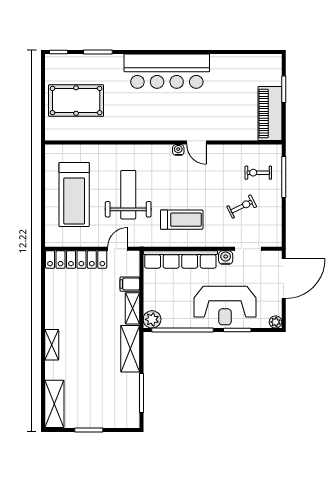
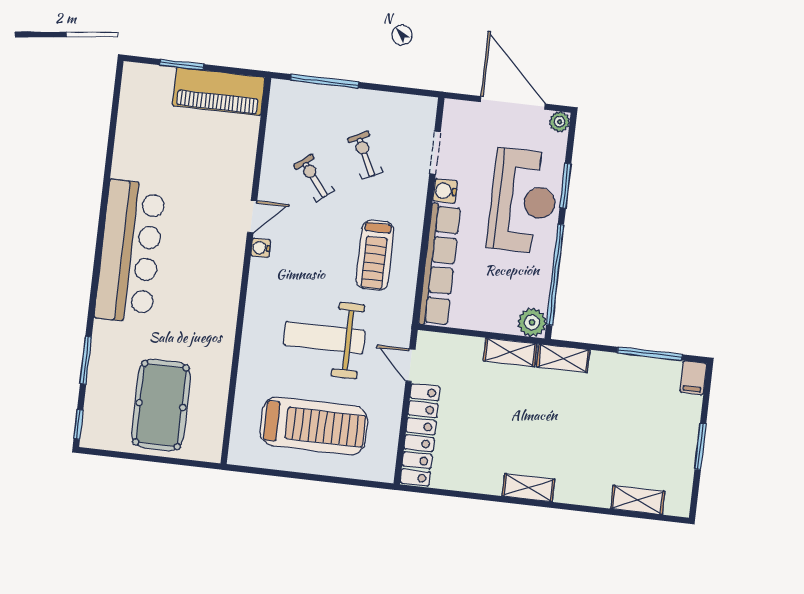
exercise bike: (258, 173) -> (314, 178), moved, turned 141
treadmill: (182, 220) -> (375, 255), turned 180
door: (284, 279) -> (513, 103), moved
filing cabinet: (130, 284) -> (693, 378), moved
shelving: (52, 345) -> (528, 488), moved
shelving: (130, 349) -> (563, 358), width x0.67, depth x0.75
shelving: (54, 404) -> (638, 500), width x0.67, depth x0.75

